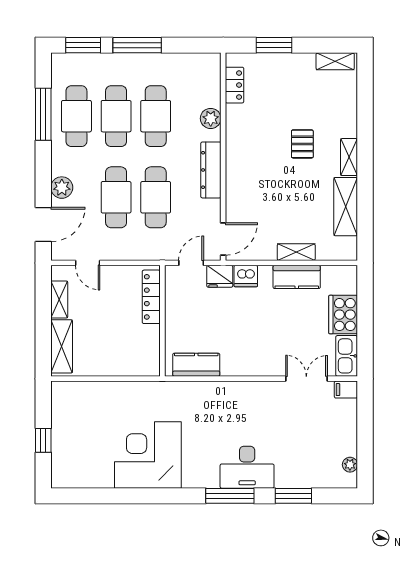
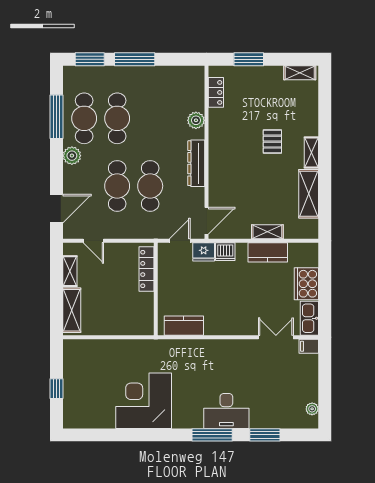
cafe table: (156, 116) -> (150, 118), removed
plant: (62, 188) -> (72, 156), moved

